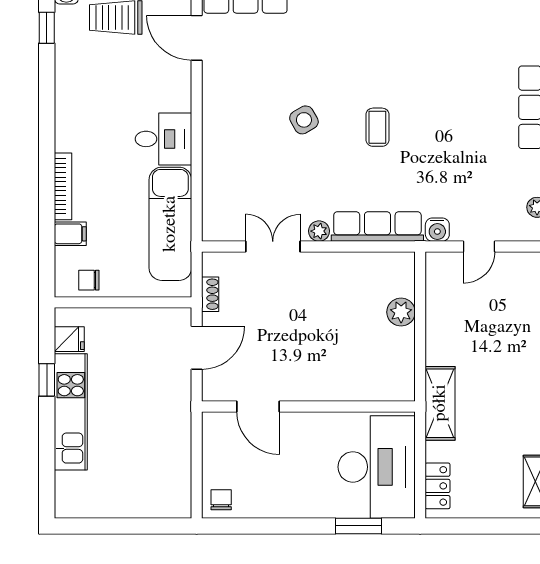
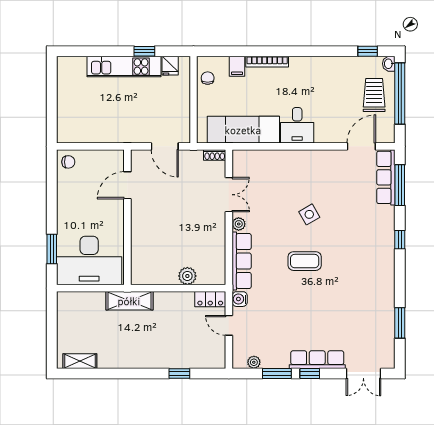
coffee table: (377, 127) -> (305, 261), width x1.36, depth x1.30
shoe rack: (210, 294) -> (215, 155), moved
locker: (438, 486) -> (210, 299), moved

